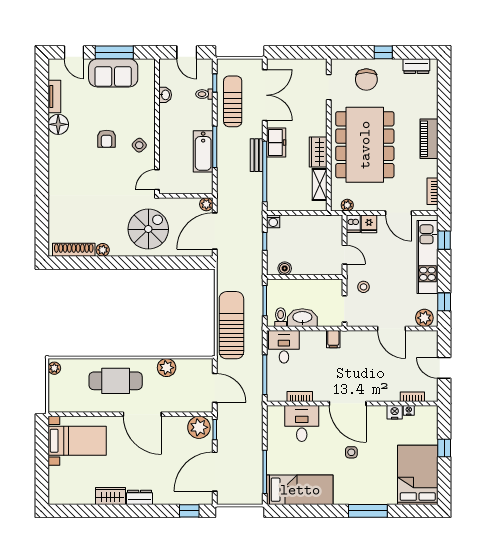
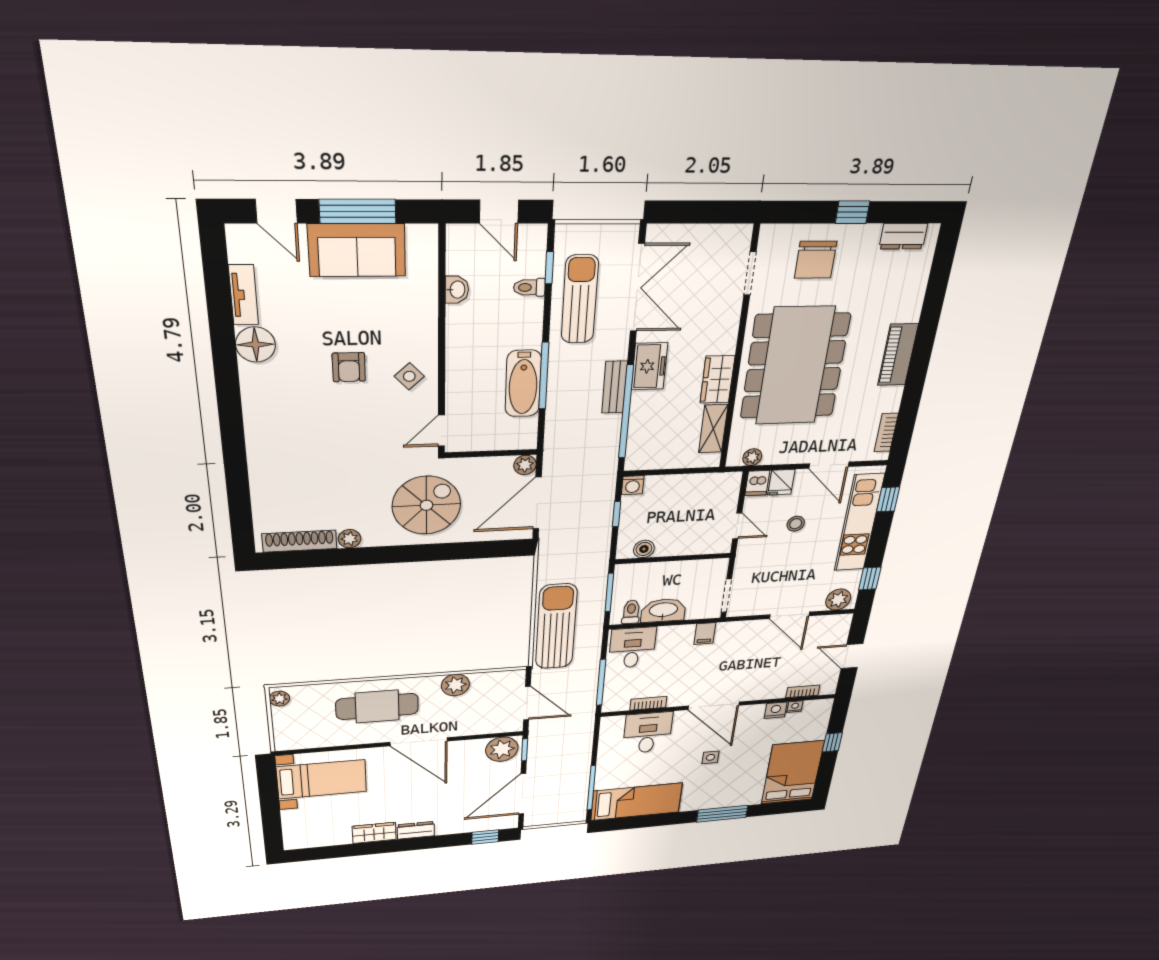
stool: (364, 287) -> (796, 524), moved

